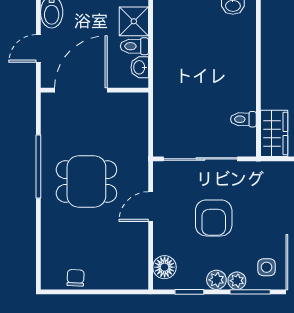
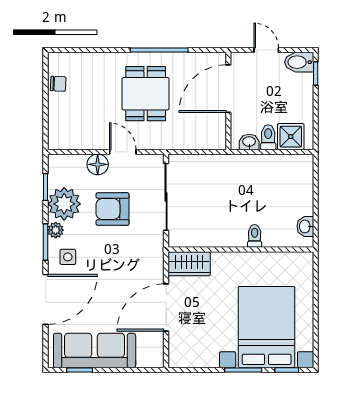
door: (81, 90) -> (228, 89), swing flipped
toilet: (243, 119) -> (255, 236), moved
floor lamp: (165, 267) -> (98, 164), moved
plant: (216, 280) -> (64, 204), width x1.88, depth x1.88

